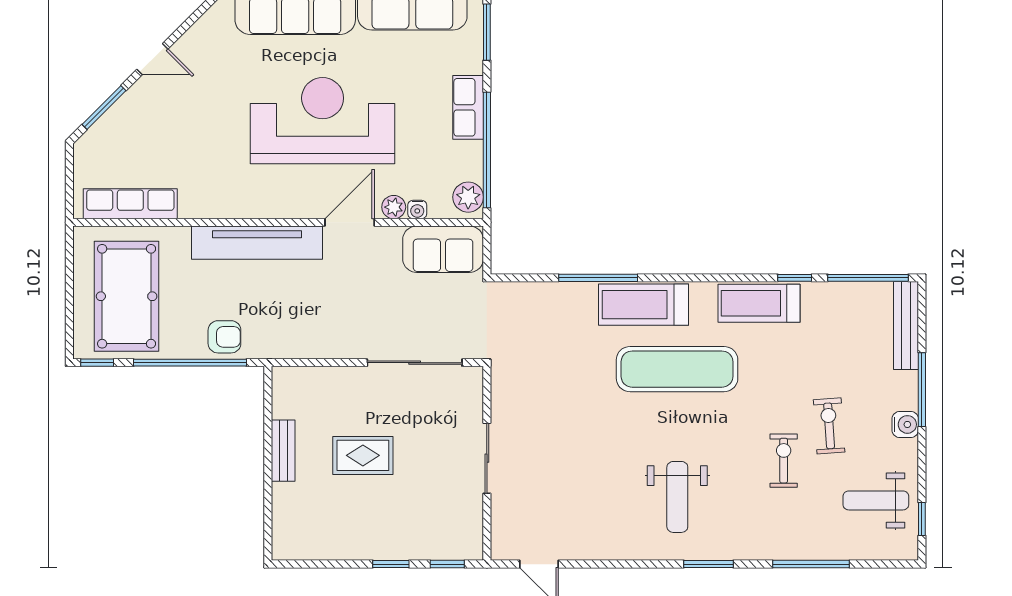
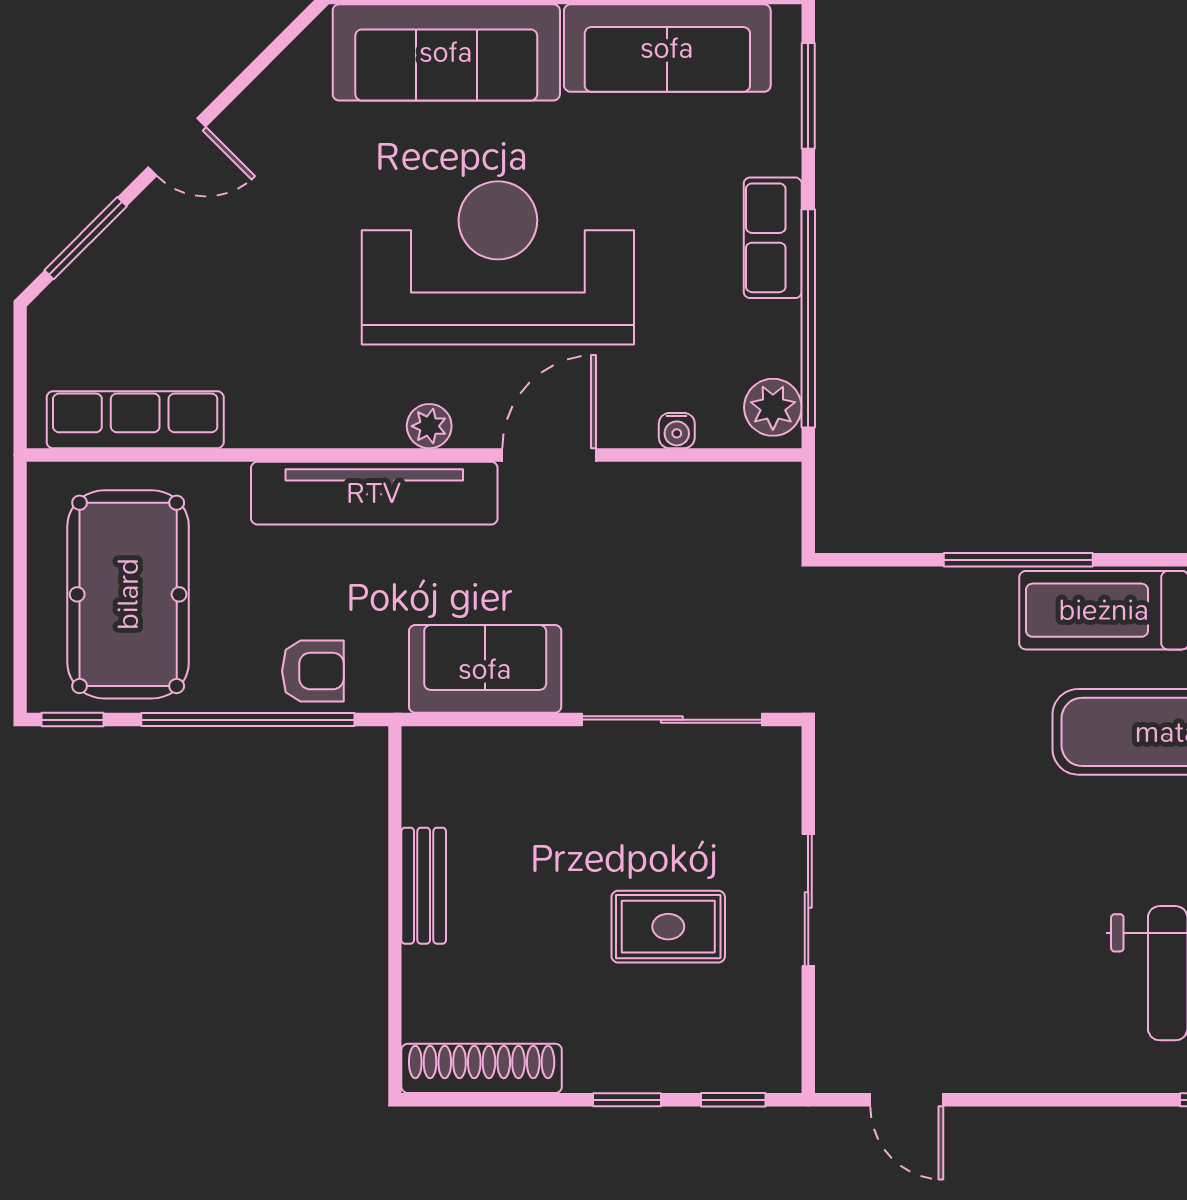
plant: (394, 207) -> (429, 426), moved
sofa: (443, 249) -> (485, 669), moved, turned 180
rug: (363, 455) -> (668, 927), moved
shoe rack: (314, 547) -> (482, 1068), added

